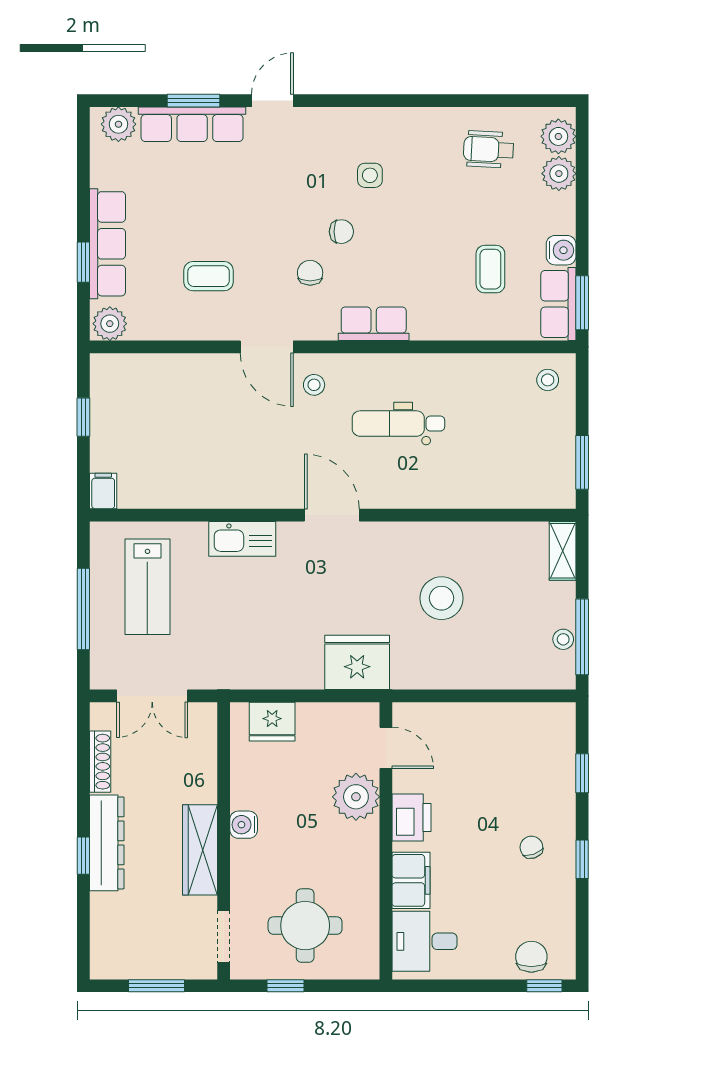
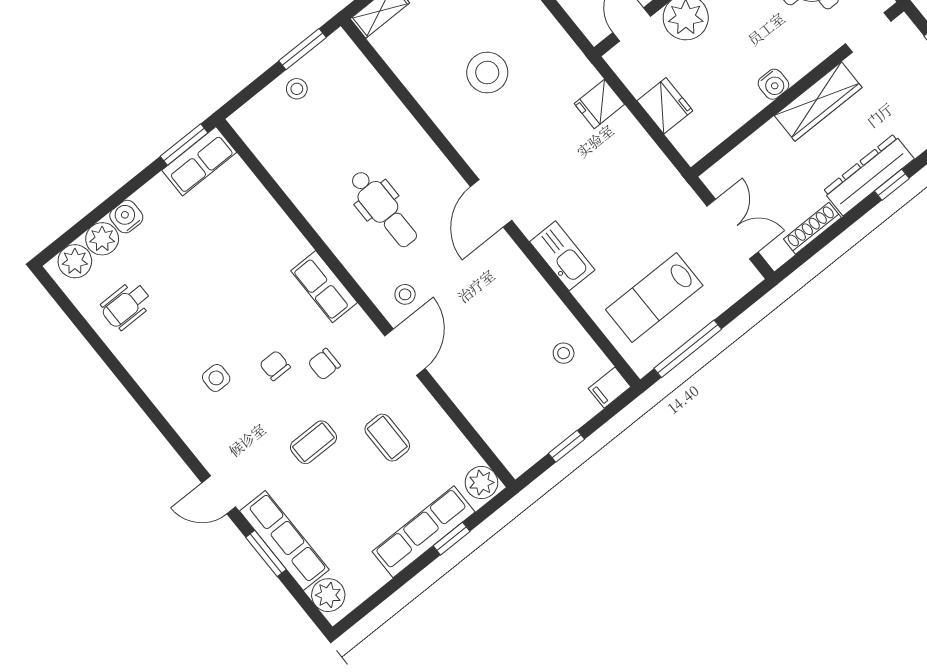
wheelchair: (489, 149) -> (126, 305), turned 87
water cooler: (561, 250) -> (126, 217), moved
coffee table: (490, 269) -> (313, 442), moved
stool: (548, 380) -> (297, 89), moved
stool: (162, 476) -> (564, 353), added
lab bench: (147, 587) -> (654, 298), turned 180
window: (83, 609) -> (688, 349), moved
fridge: (357, 662) -> (599, 104), width x0.53, depth x0.75
fridge: (272, 722) -> (665, 106), moved

